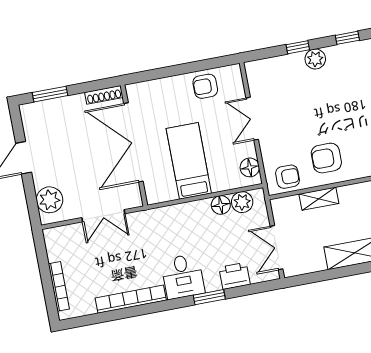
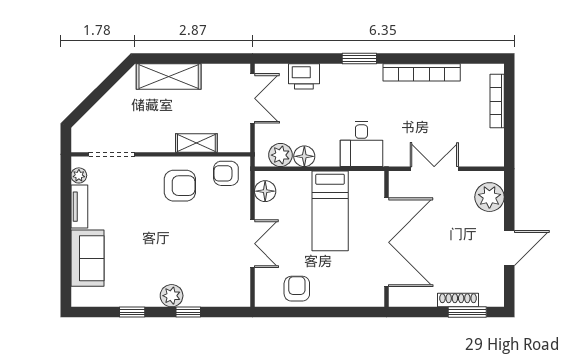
armchair: (205, 86) -> (297, 289), turned -90
shoe rack: (104, 95) -> (458, 300), moved
desk: (183, 276) -> (361, 144), moved, turned 180
window: (209, 297) -> (359, 58), moved

